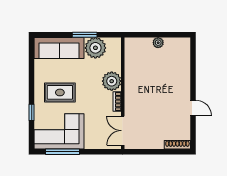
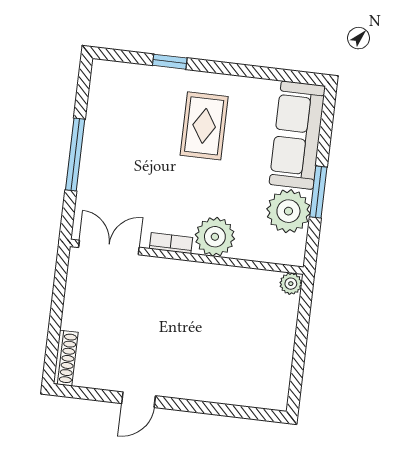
plant: (158, 43) -> (291, 284), moved
corner sofa: (59, 131) -> (123, 114), removed
window: (62, 152) -> (75, 155), moved

